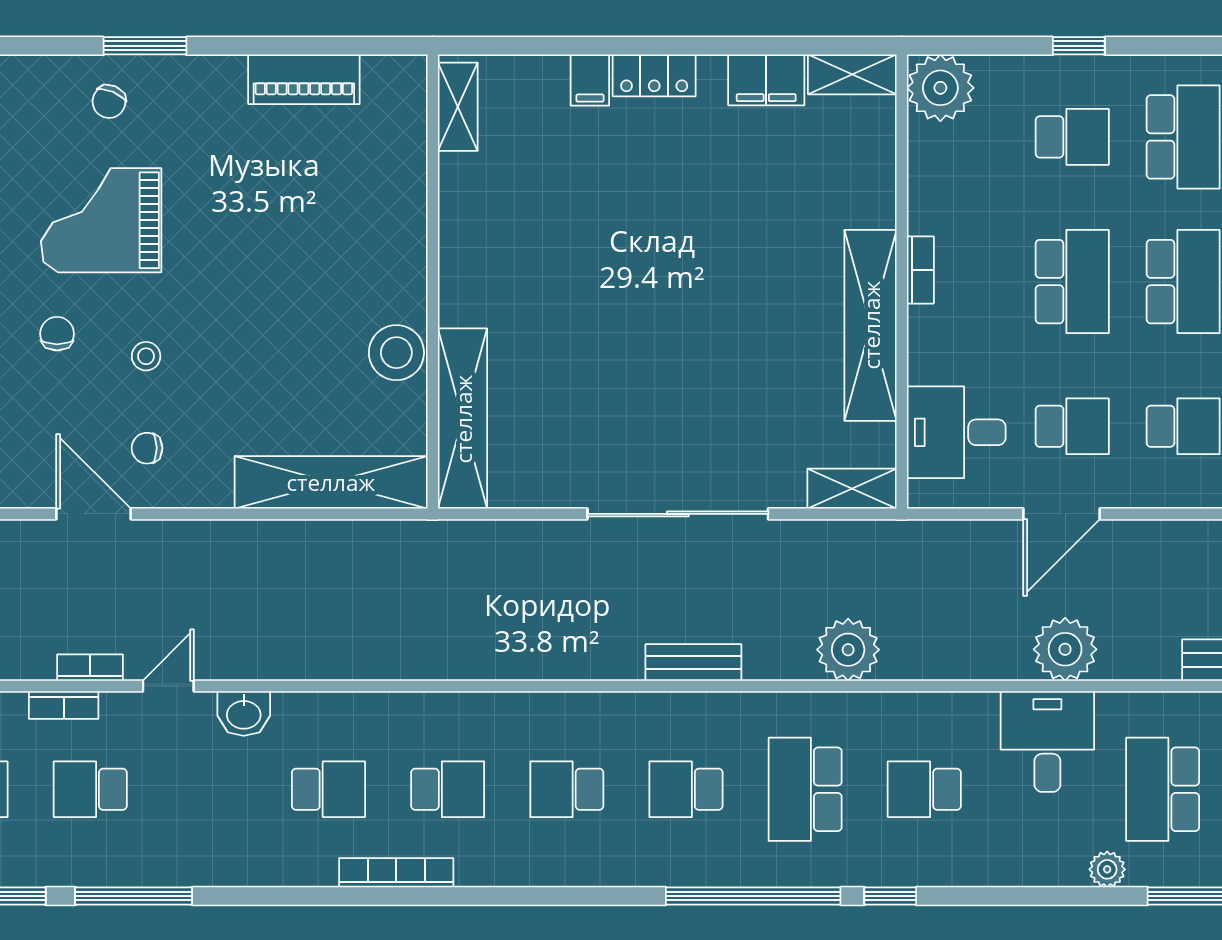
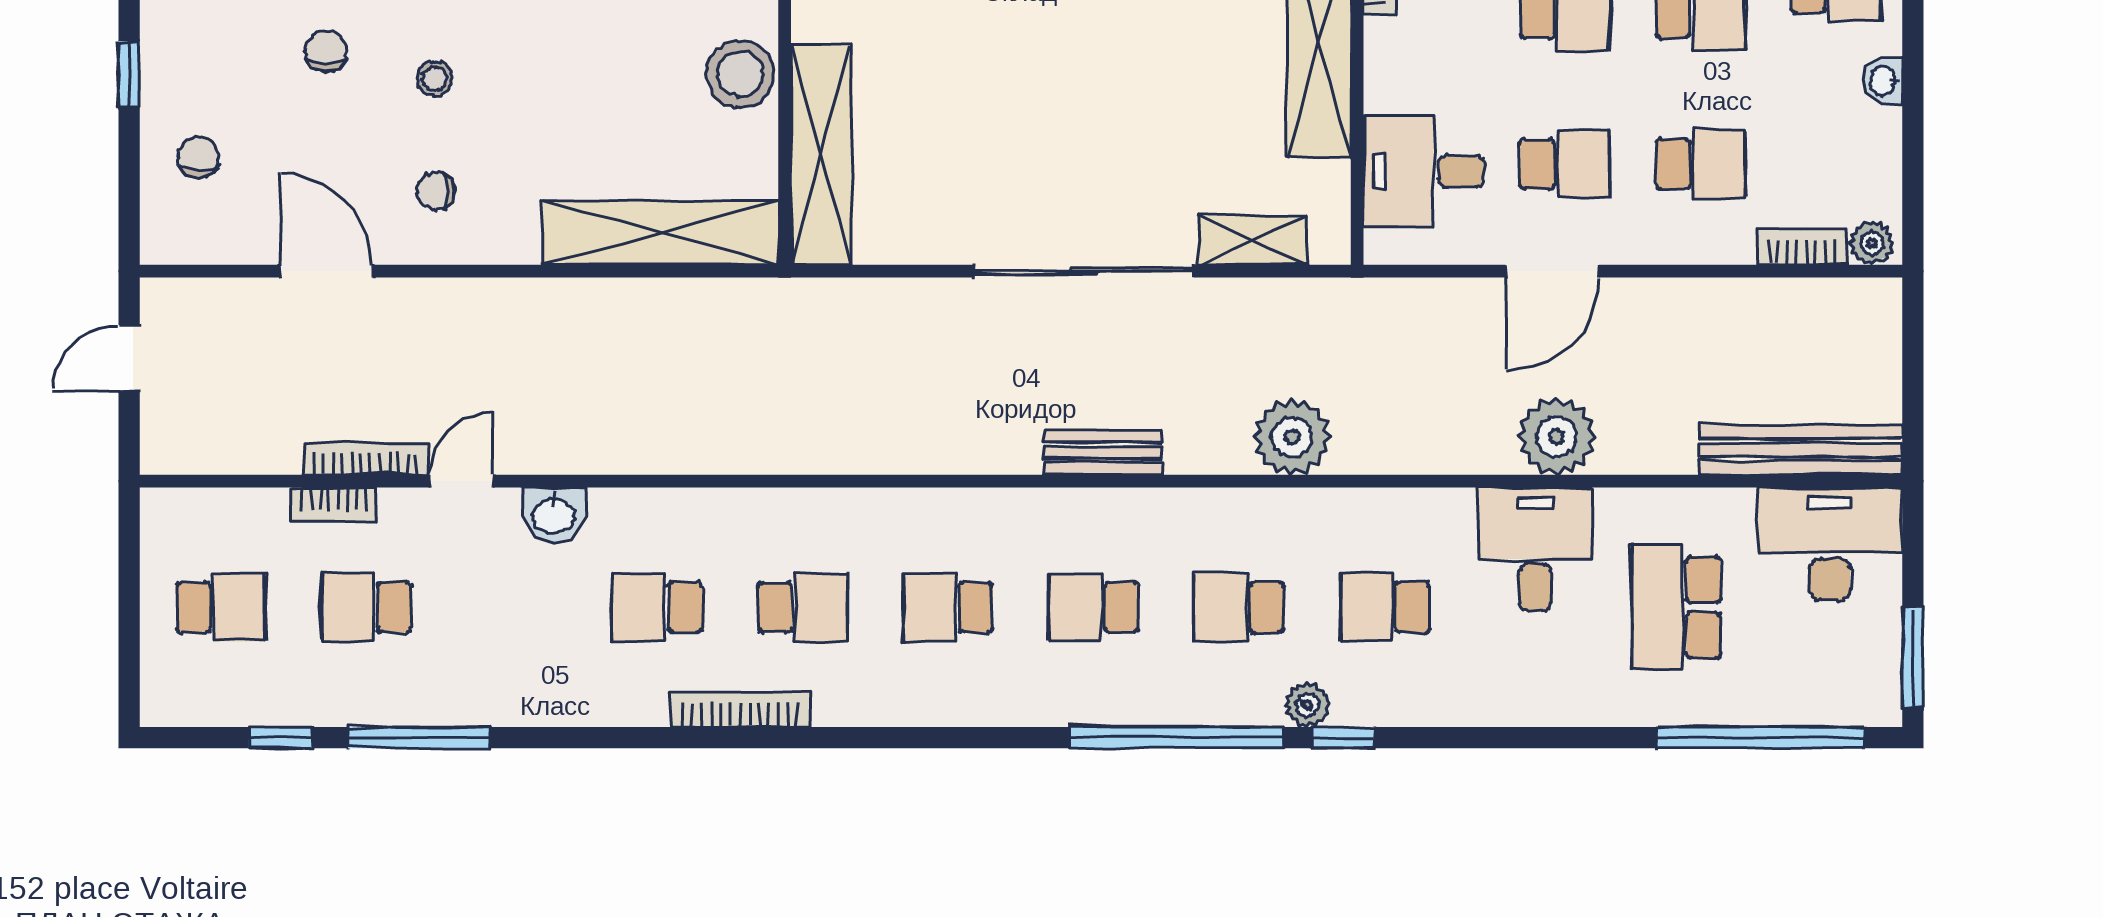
shelving: (852, 489) -> (1253, 240), moved
door: (94, 514) -> (326, 271), moved
bookcase: (90, 668) -> (366, 459), width x1.56
school desk: (329, 789) -> (657, 607), turned 180
school desk: (805, 789) -> (1239, 607), width x0.54
plant: (1107, 869) -> (1307, 705), moved

